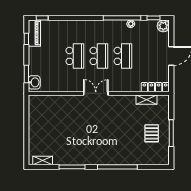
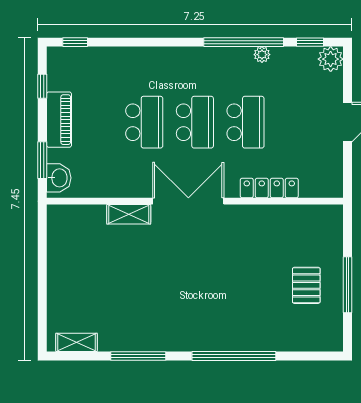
piano: (34, 33) -> (59, 120), moved
locker: (155, 87) -> (269, 188), moved
double door: (96, 93) -> (188, 201), width x1.37
shelving: (147, 100) -> (129, 214), moved

